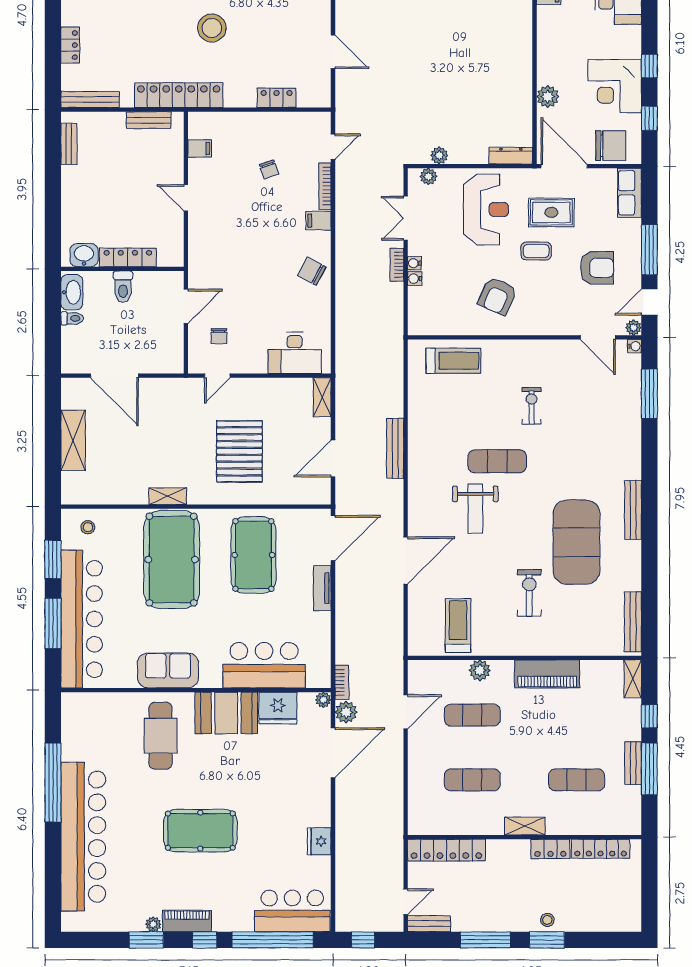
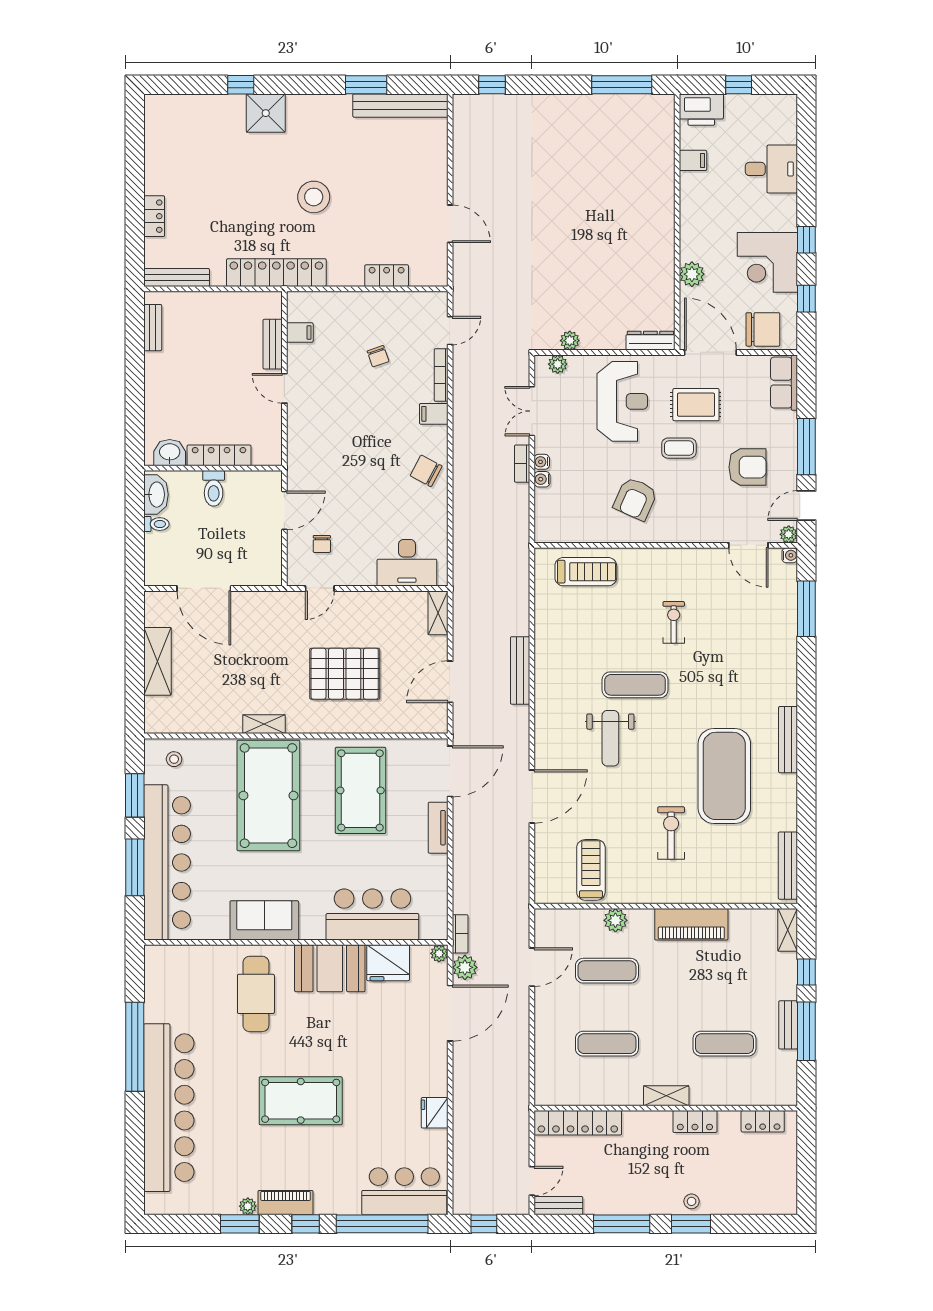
bench: (149, 120) -> (273, 344), moved, turned 90
pallet: (239, 451) -> (345, 674), turned 90
locker: (601, 849) -> (763, 1121), width x0.66

